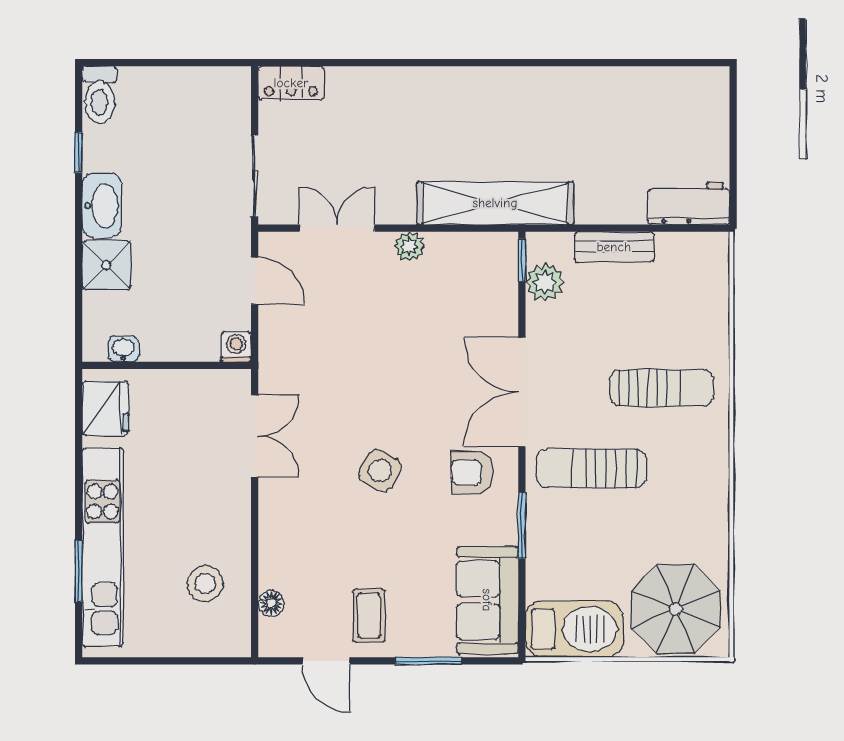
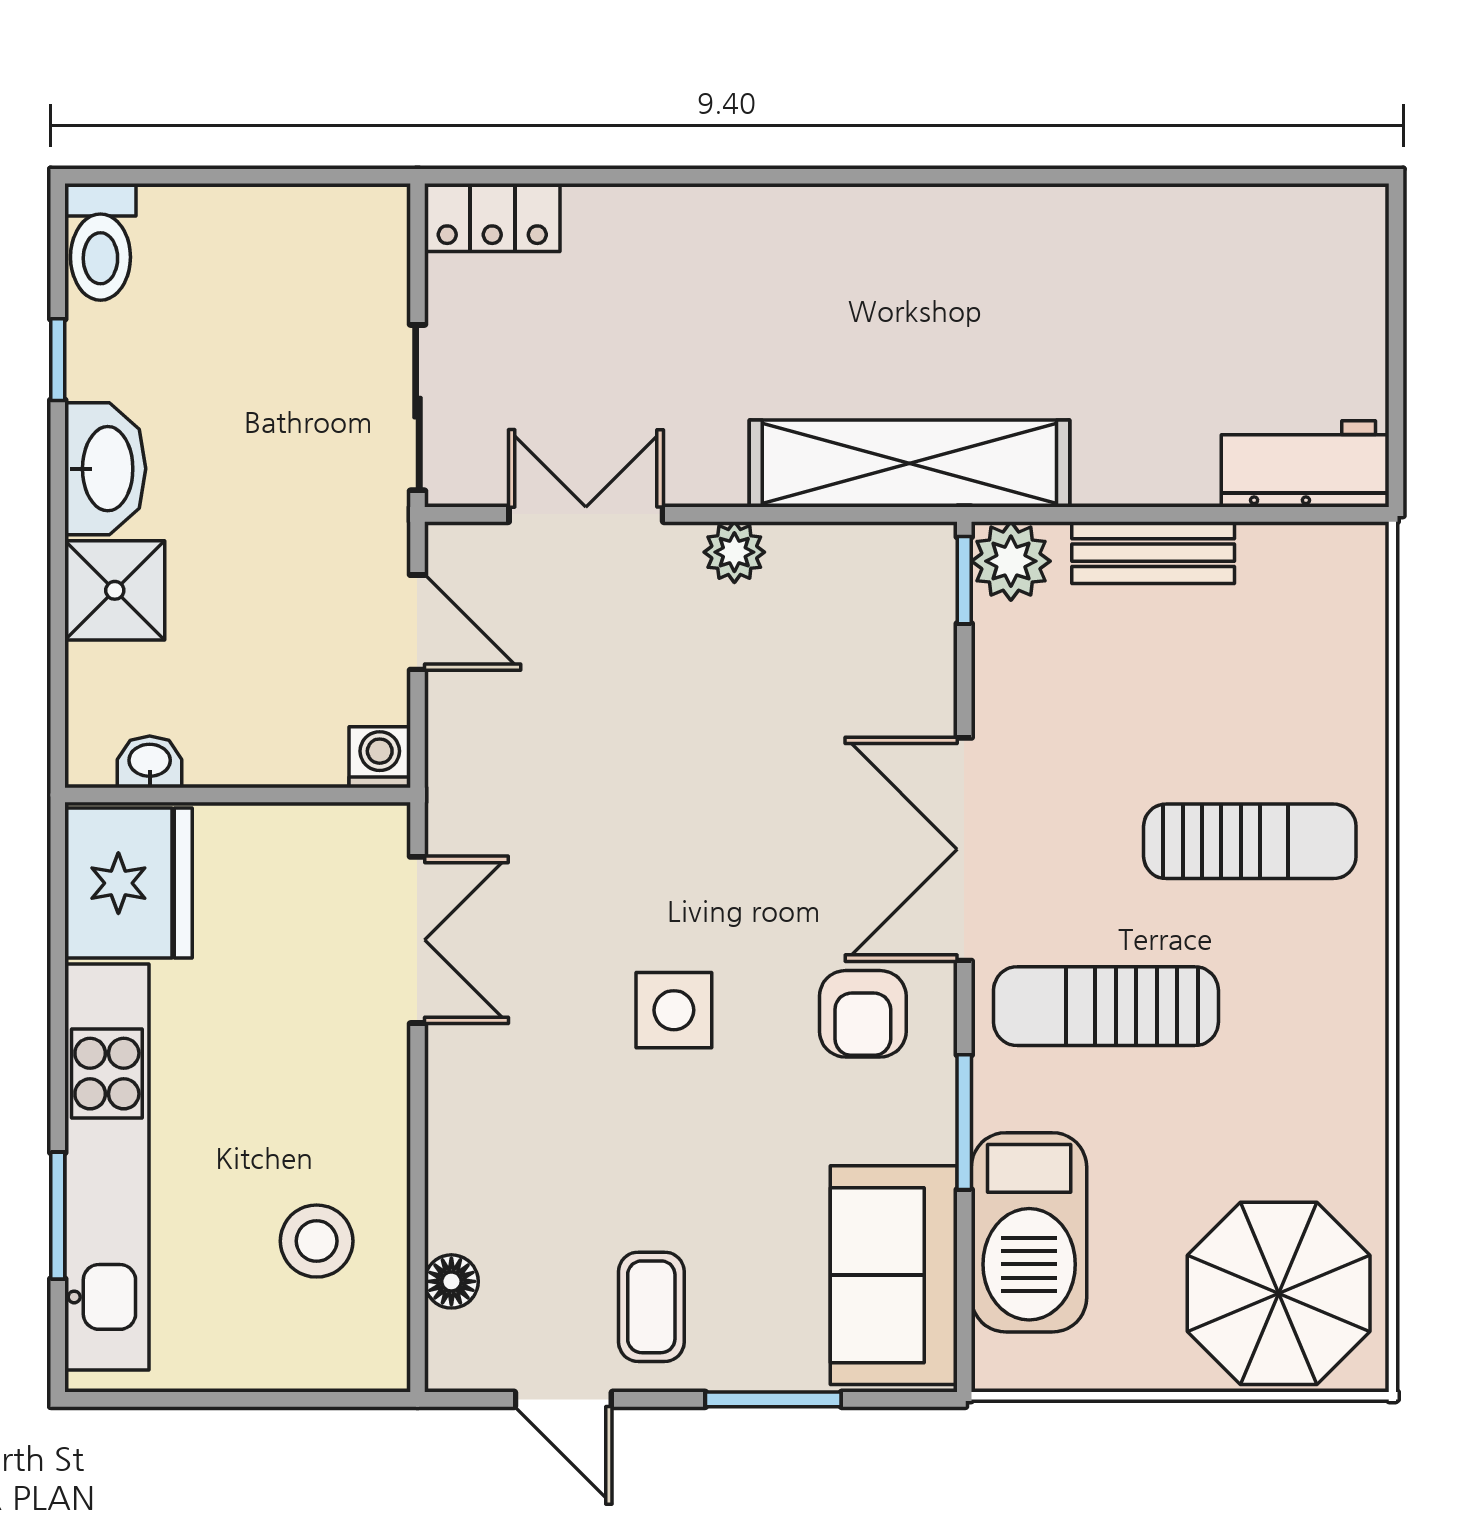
plant: (545, 282) -> (1011, 561), moved
fridge: (105, 408) -> (129, 883), width x1.36, depth x1.34
side table: (380, 471) -> (674, 1010), turned -30
armchair: (472, 472) -> (863, 1014), turned -90
barbecue: (574, 629) -> (1029, 1232), moved, turned 90

